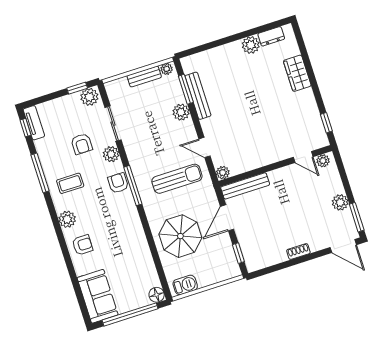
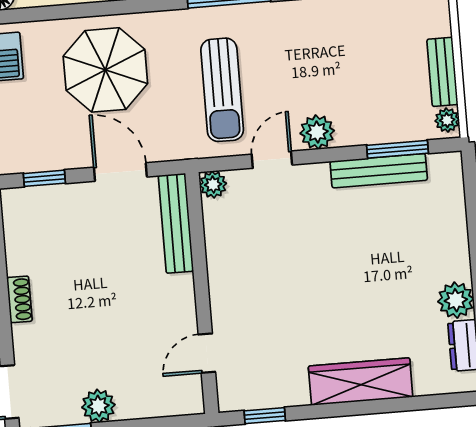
wardrobe: (297, 73) -> (361, 382), width x1.50
plant: (181, 112) -> (317, 132), moved
plant: (323, 161) -> (190, 391), removed

